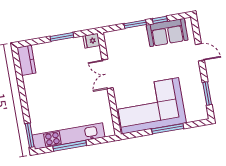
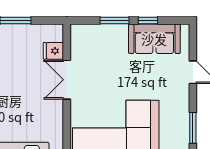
fridge: (91, 41) -> (53, 51), moved

